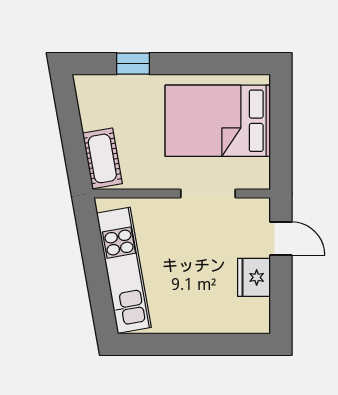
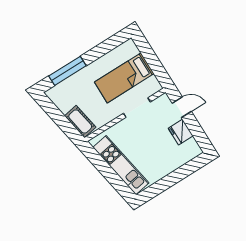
window: (133, 64) -> (67, 71), width x2.17
bed: (218, 121) -> (124, 78), width x0.67

